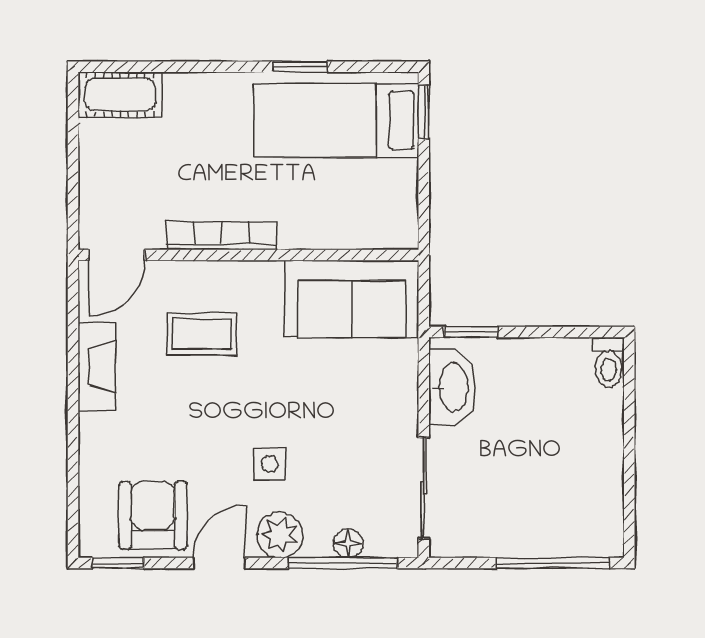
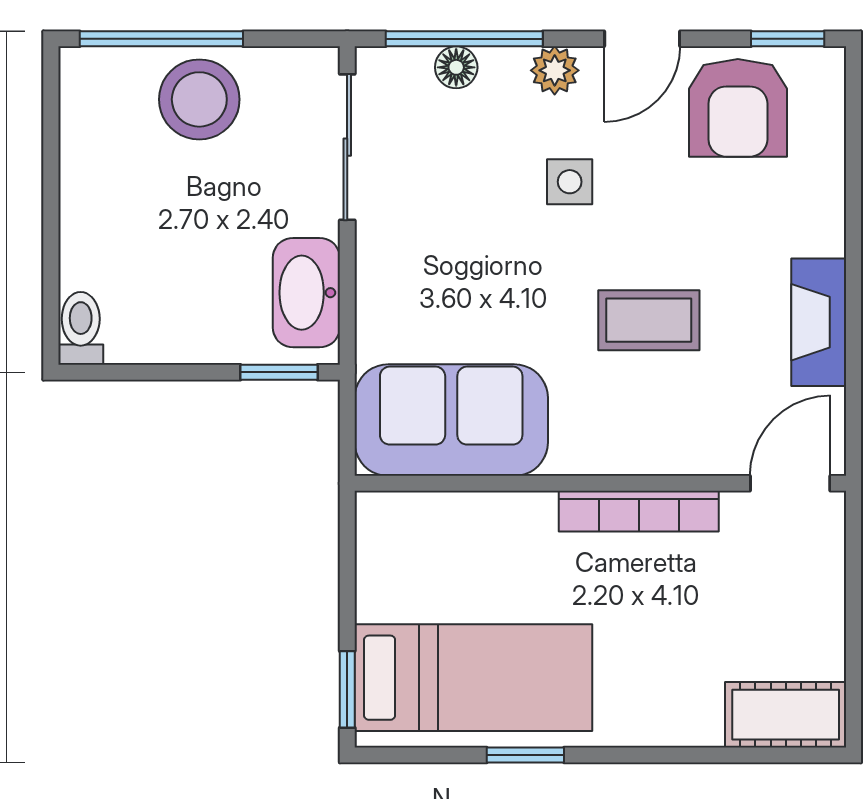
coffee table: (202, 334) -> (649, 320), moved
stool: (526, 521) -> (199, 99), added
plant: (280, 535) -> (555, 70), width x0.73, depth x0.73

